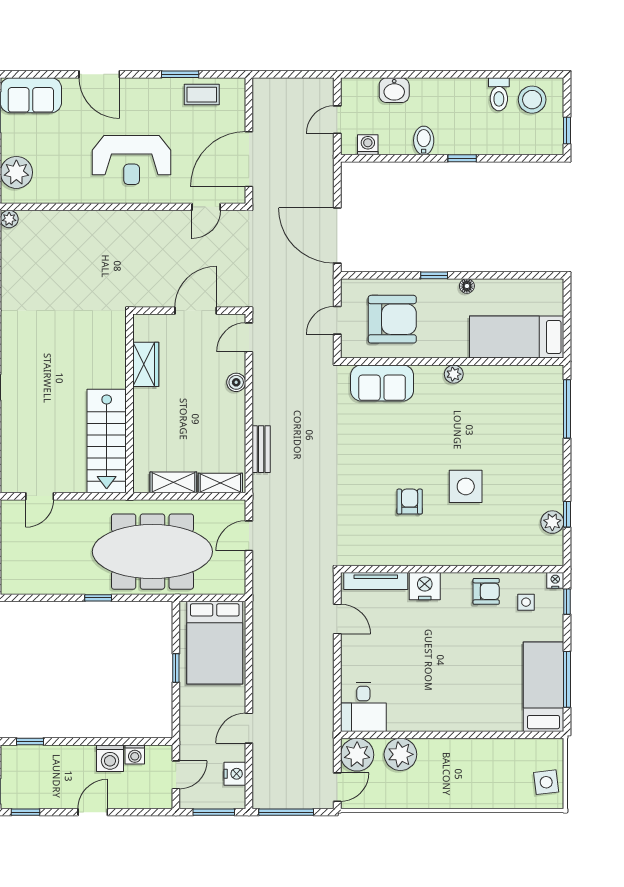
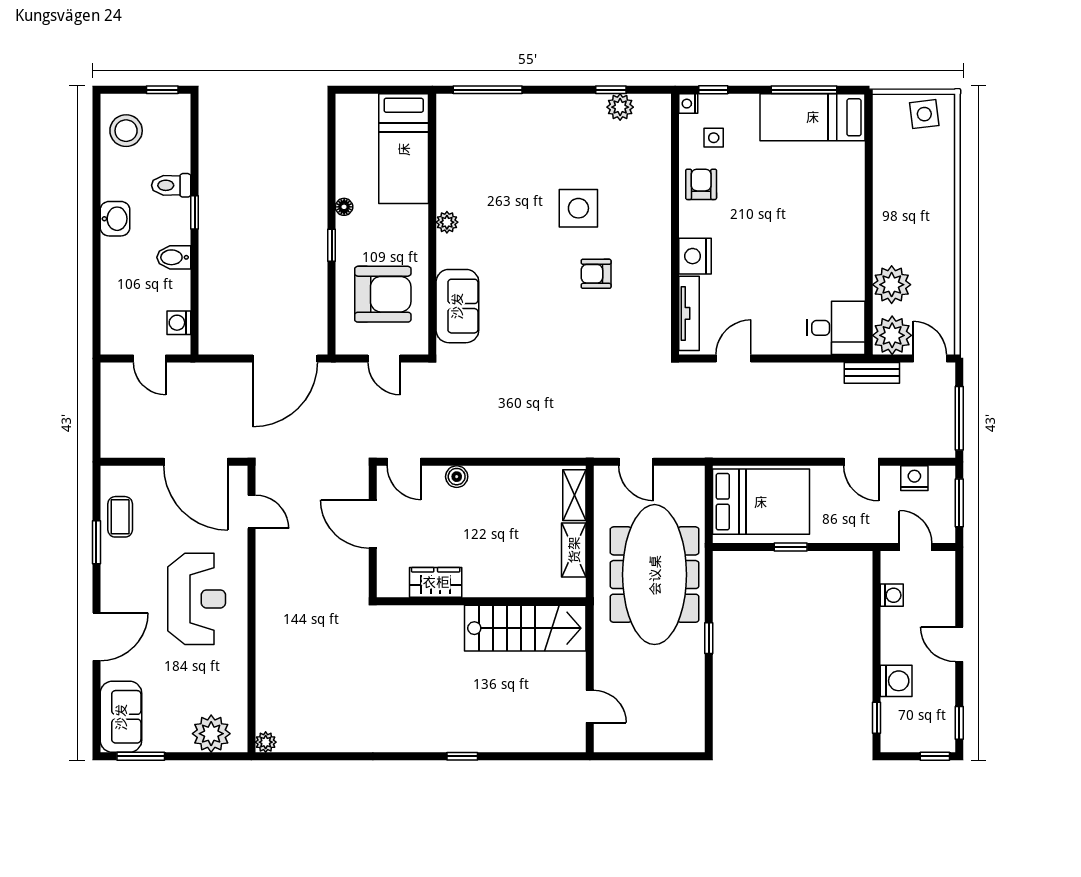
washbasin: (394, 90) -> (115, 219), moved
toilet: (499, 94) -> (171, 185), moved, turned 180
armchair: (392, 319) -> (383, 294), turned 90
bench: (261, 449) -> (872, 373), moved
washing machine: (110, 758) -> (896, 681), moved

